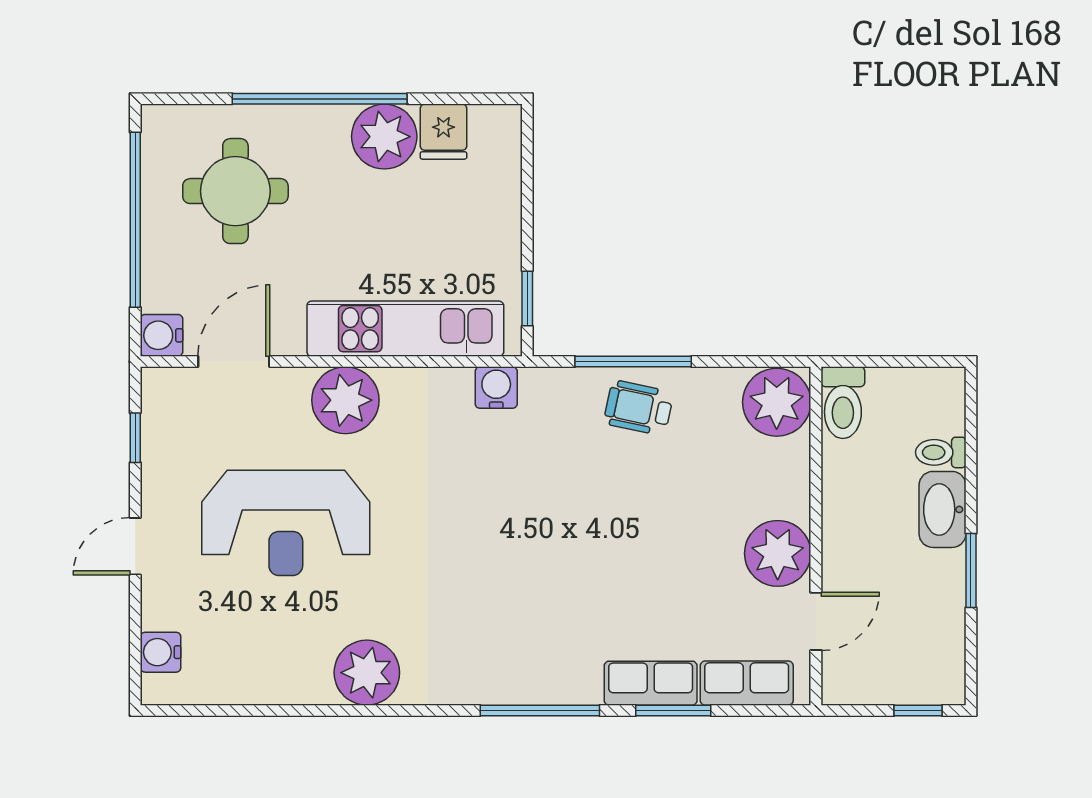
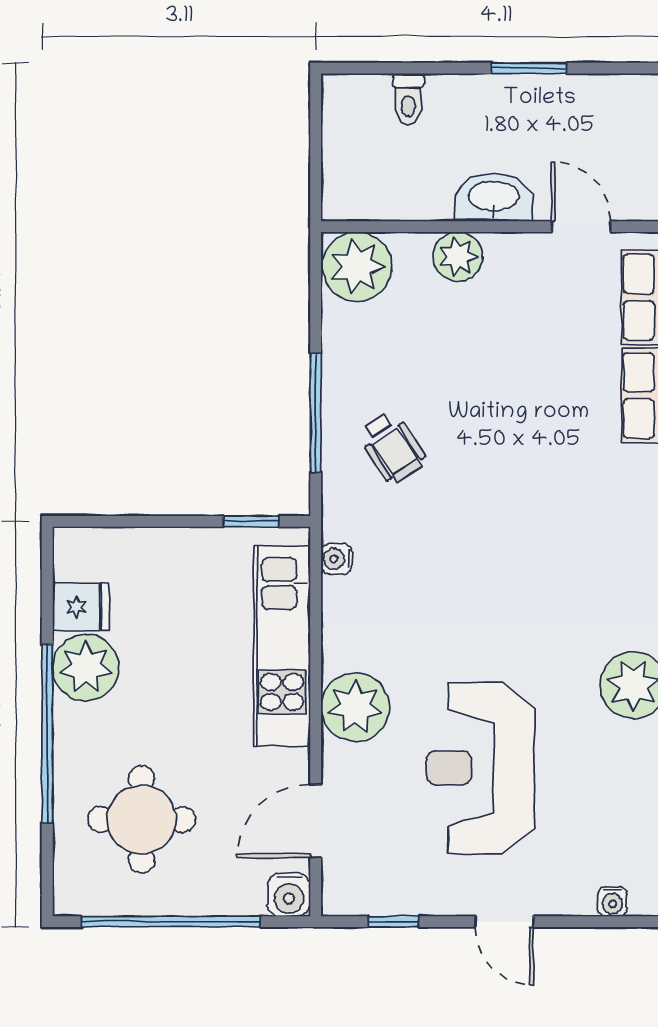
door: (234, 362) -> (316, 821), hinge flipped
water cooler: (496, 388) -> (336, 559), width x0.72, depth x0.72
toilet: (843, 403) -> (358, 199), removed
wheelchair: (639, 408) -> (392, 447), moved, turned -45
washbasin: (942, 509) -> (494, 197), moved, turned 180
reception desk: (286, 523) -> (480, 768), turned 180
plant: (778, 553) -> (458, 257), moved, width x0.73, depth x0.73
water cooler: (161, 652) -> (612, 902), width x0.72, depth x0.72

